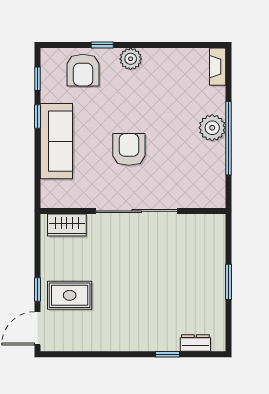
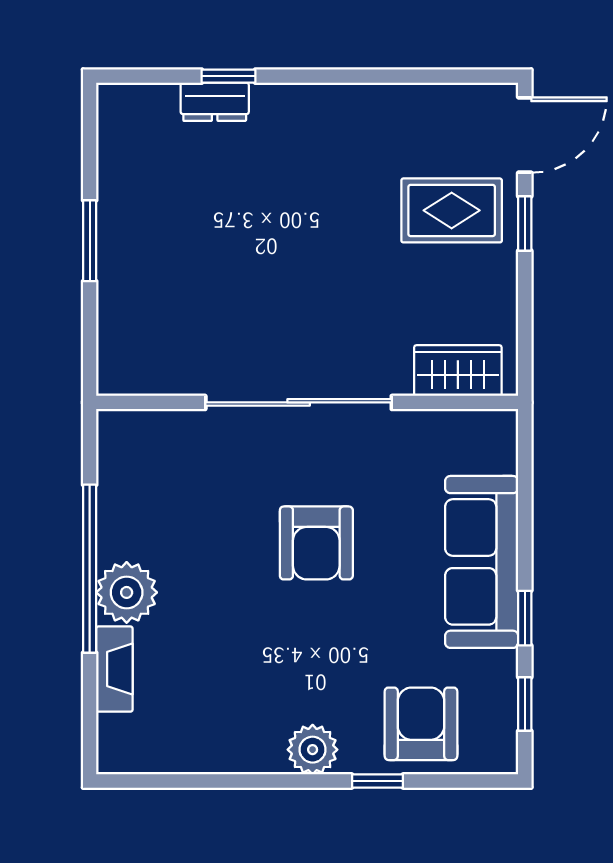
fireplace: (218, 67) -> (114, 669), moved
dresser: (195, 343) -> (215, 102), moved

